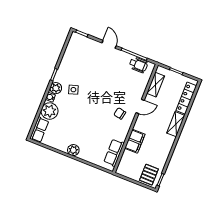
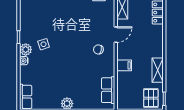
plant: (49, 111) -> (28, 75), removed
shelving: (176, 124) -> (158, 70), moved
filing cabinet: (135, 141) -> (124, 65), width x0.50

